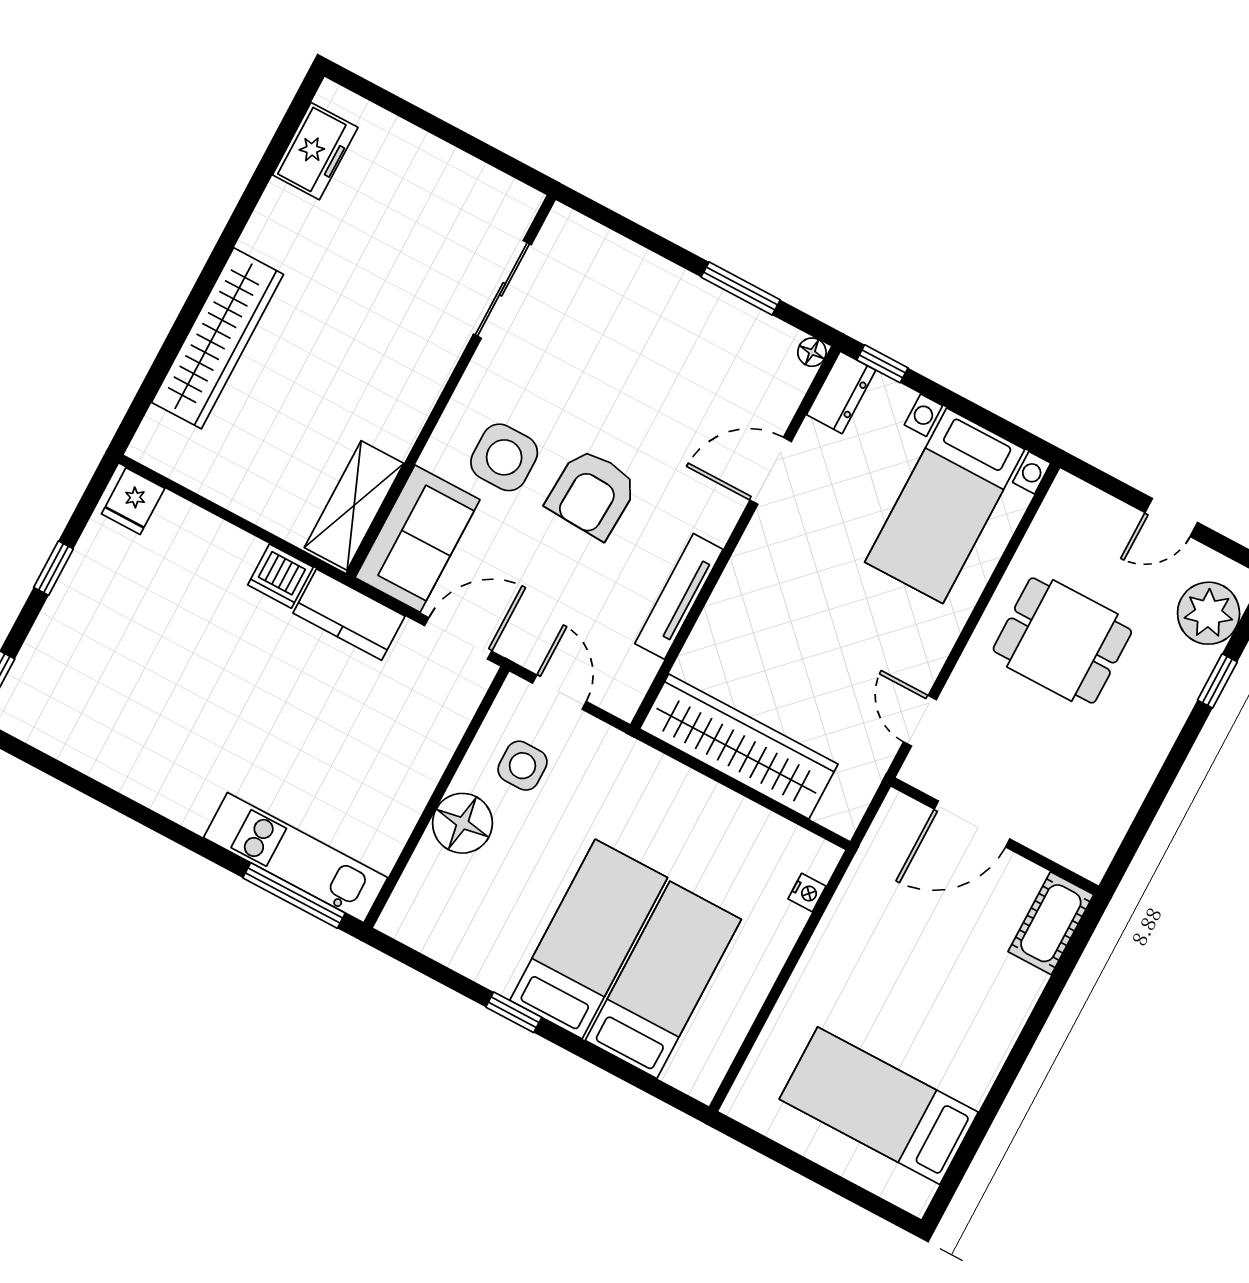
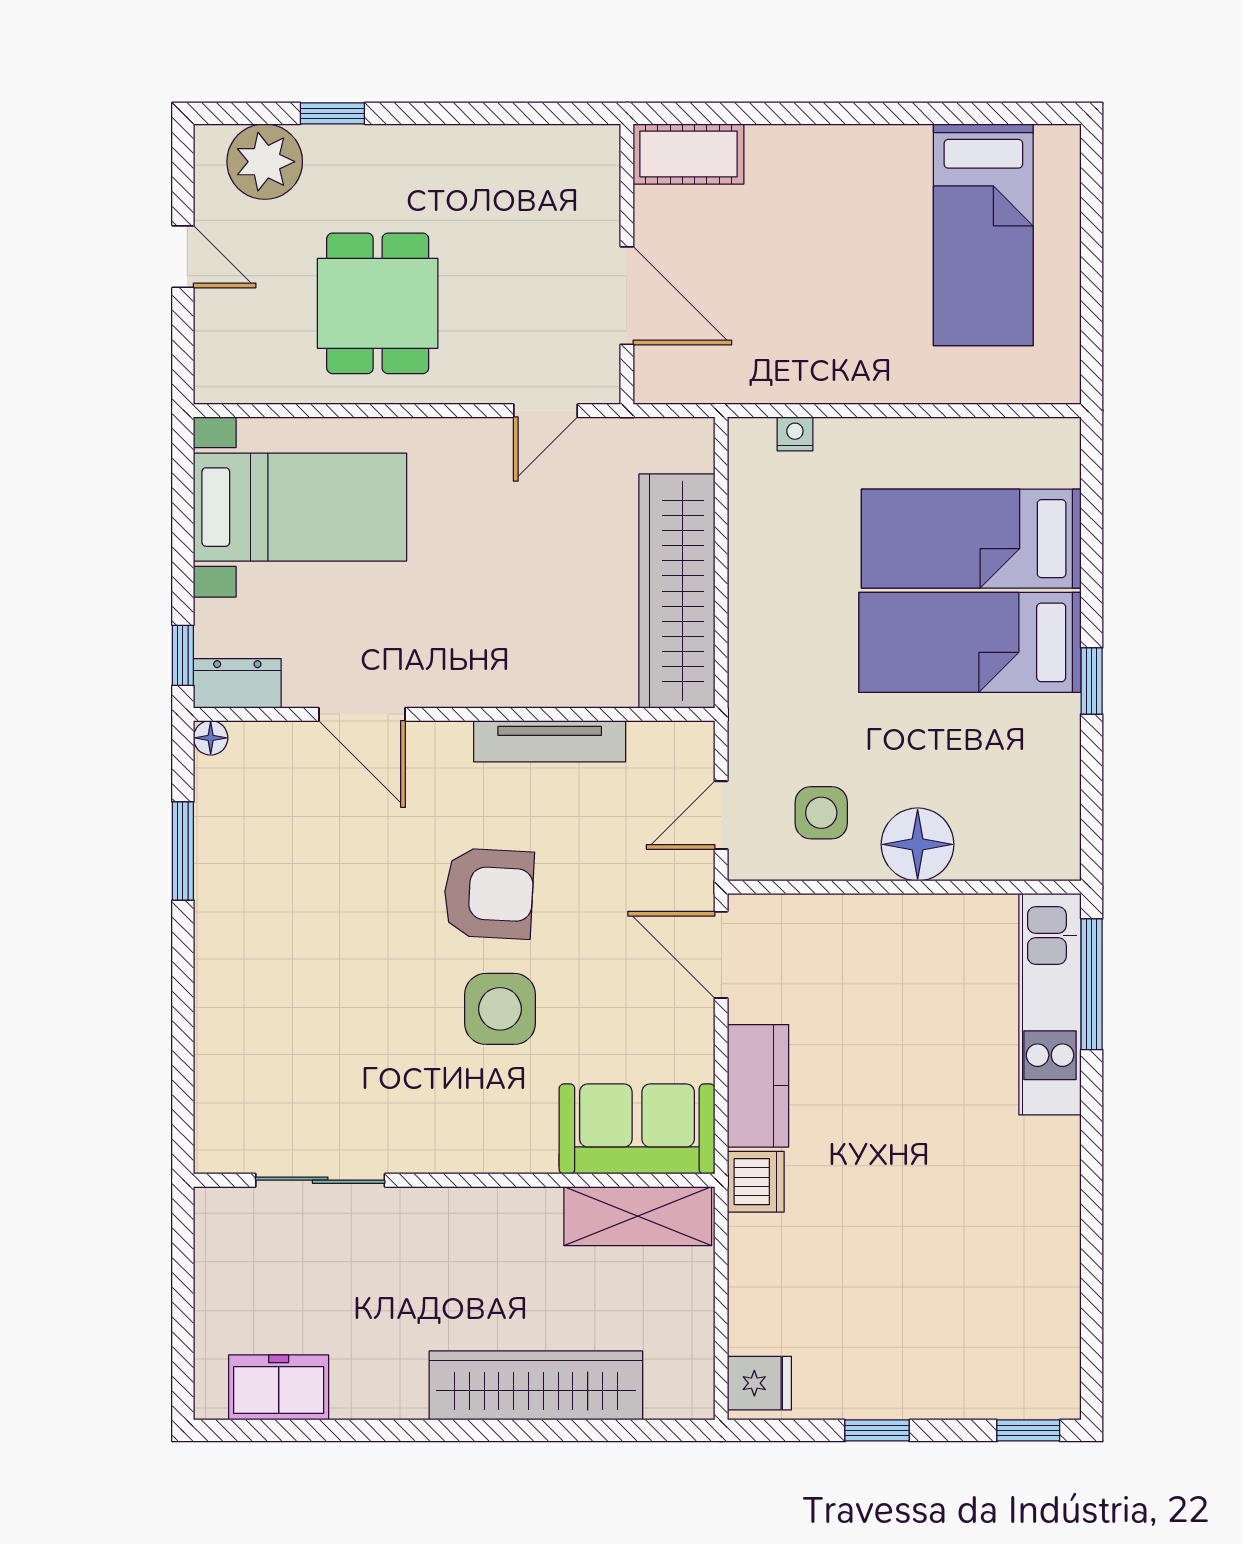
sliding door: (502, 289) -> (320, 1180), moved
wall: (451, 386) -> (454, 1180), moved
shelving: (354, 506) -> (638, 1216), moved
sofa: (417, 539) -> (637, 1129), moved

